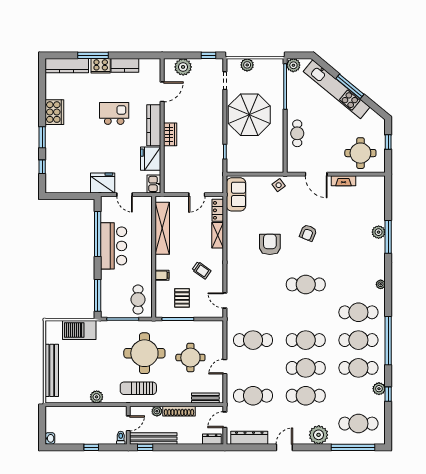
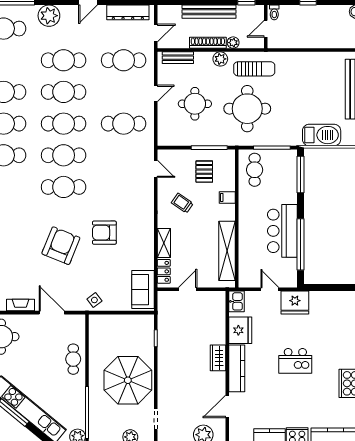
kitchen island: (114, 113) -> (295, 361), moved
armchair: (308, 233) -> (61, 246), width x1.88, depth x1.88
armchair: (270, 244) -> (104, 233), turned 90
cafe table: (306, 312) -> (64, 155), added
plant: (97, 397) -> (220, 59), moved
bench: (153, 438) -> (209, 12), moved
dresser: (212, 439) -> (170, 11), removed

